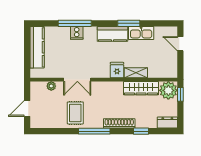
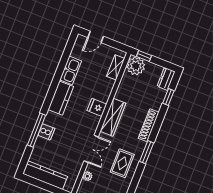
window: (129, 23) -> (57, 79), removed
shelving: (136, 73) -> (116, 67), moved
wardrobe: (141, 88) -> (113, 117), moved
rug: (75, 113) -> (122, 163), turned 90
window: (94, 131) -> (147, 152), width x0.69
window: (141, 131) -> (168, 97), moved

